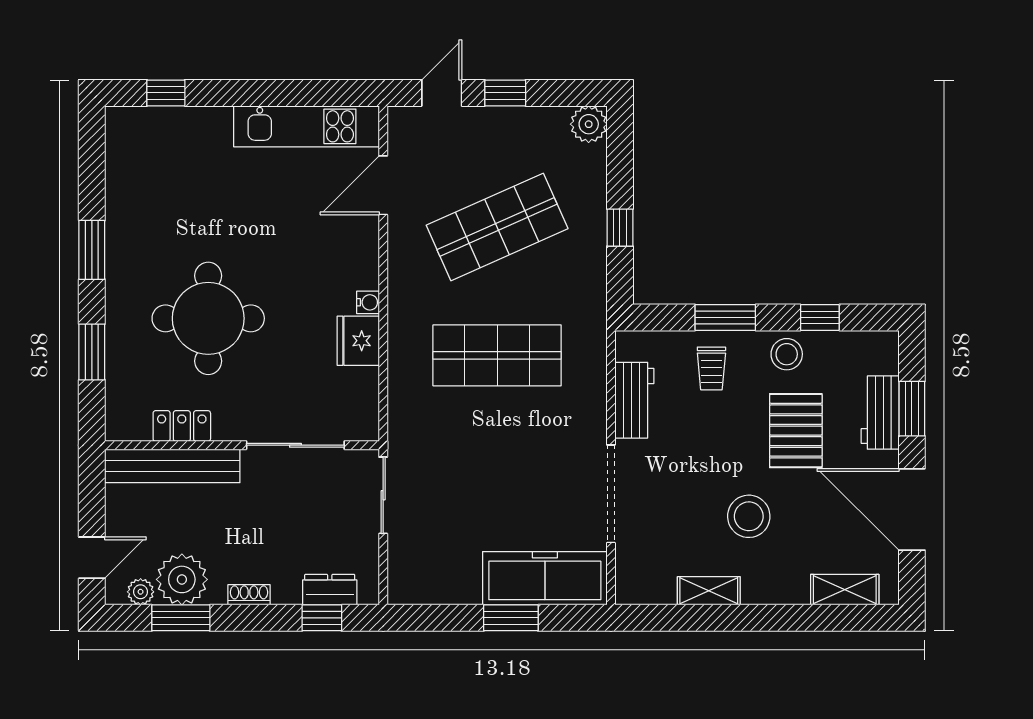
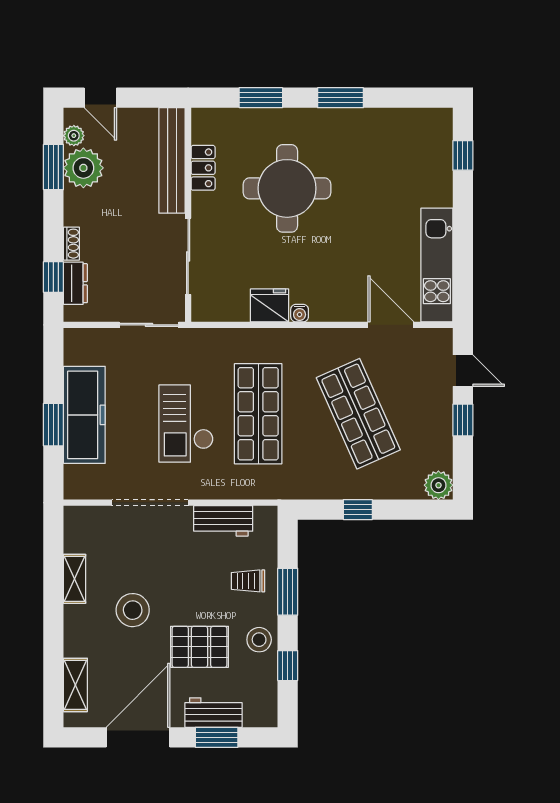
checkout: (510, 448) -> (186, 424), added
freezer: (545, 578) -> (84, 415), moved
shoe rack: (249, 595) -> (71, 244), moved

